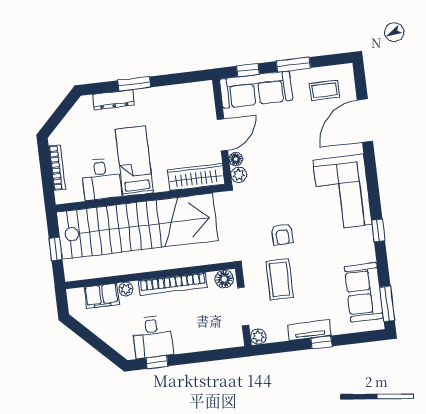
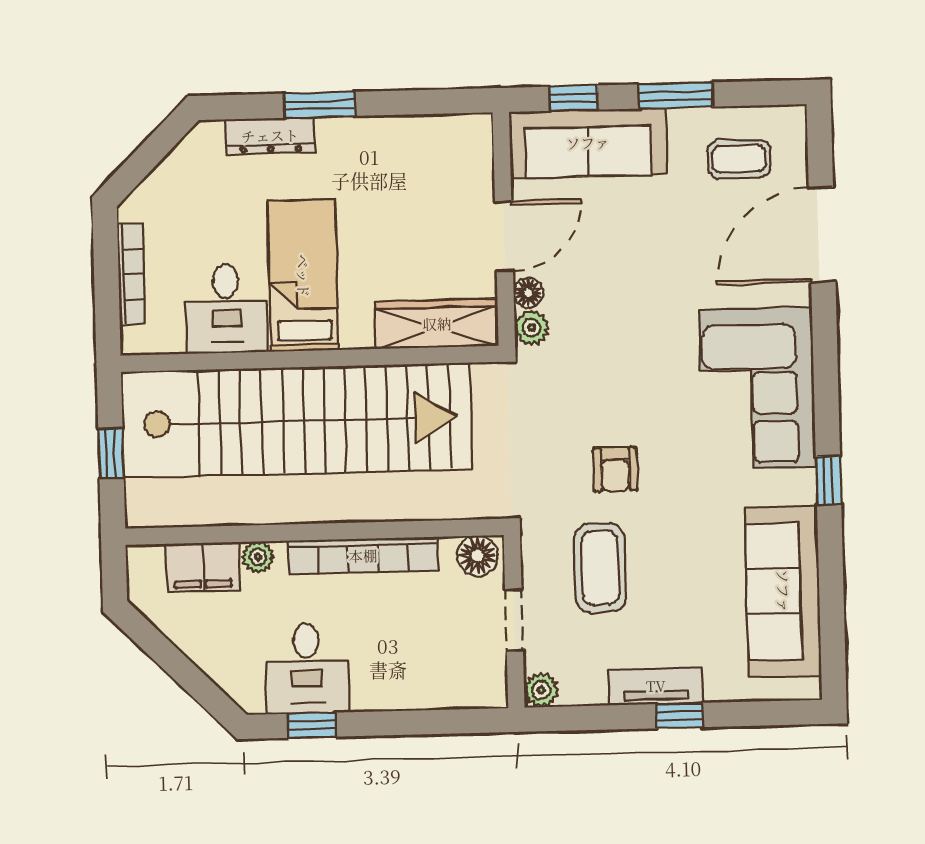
sofa: (364, 292) -> (783, 591), width x1.36
window: (387, 304) -> (833, 644), removed
doorway: (243, 306) -> (514, 620), width x0.73

